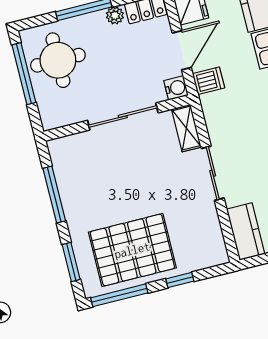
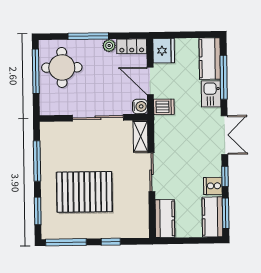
door: (182, 50) -> (150, 81), swing flipped
pallet: (132, 250) -> (84, 192), moved

